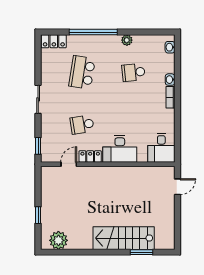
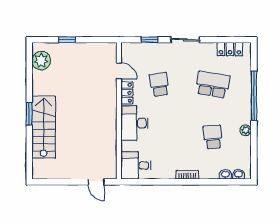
locker: (54, 41) -> (230, 49), moved, turned -90
washbasin: (170, 80) -> (225, 174), moved
window: (38, 146) -> (150, 40), moved
window: (141, 252) -> (29, 114), moved

